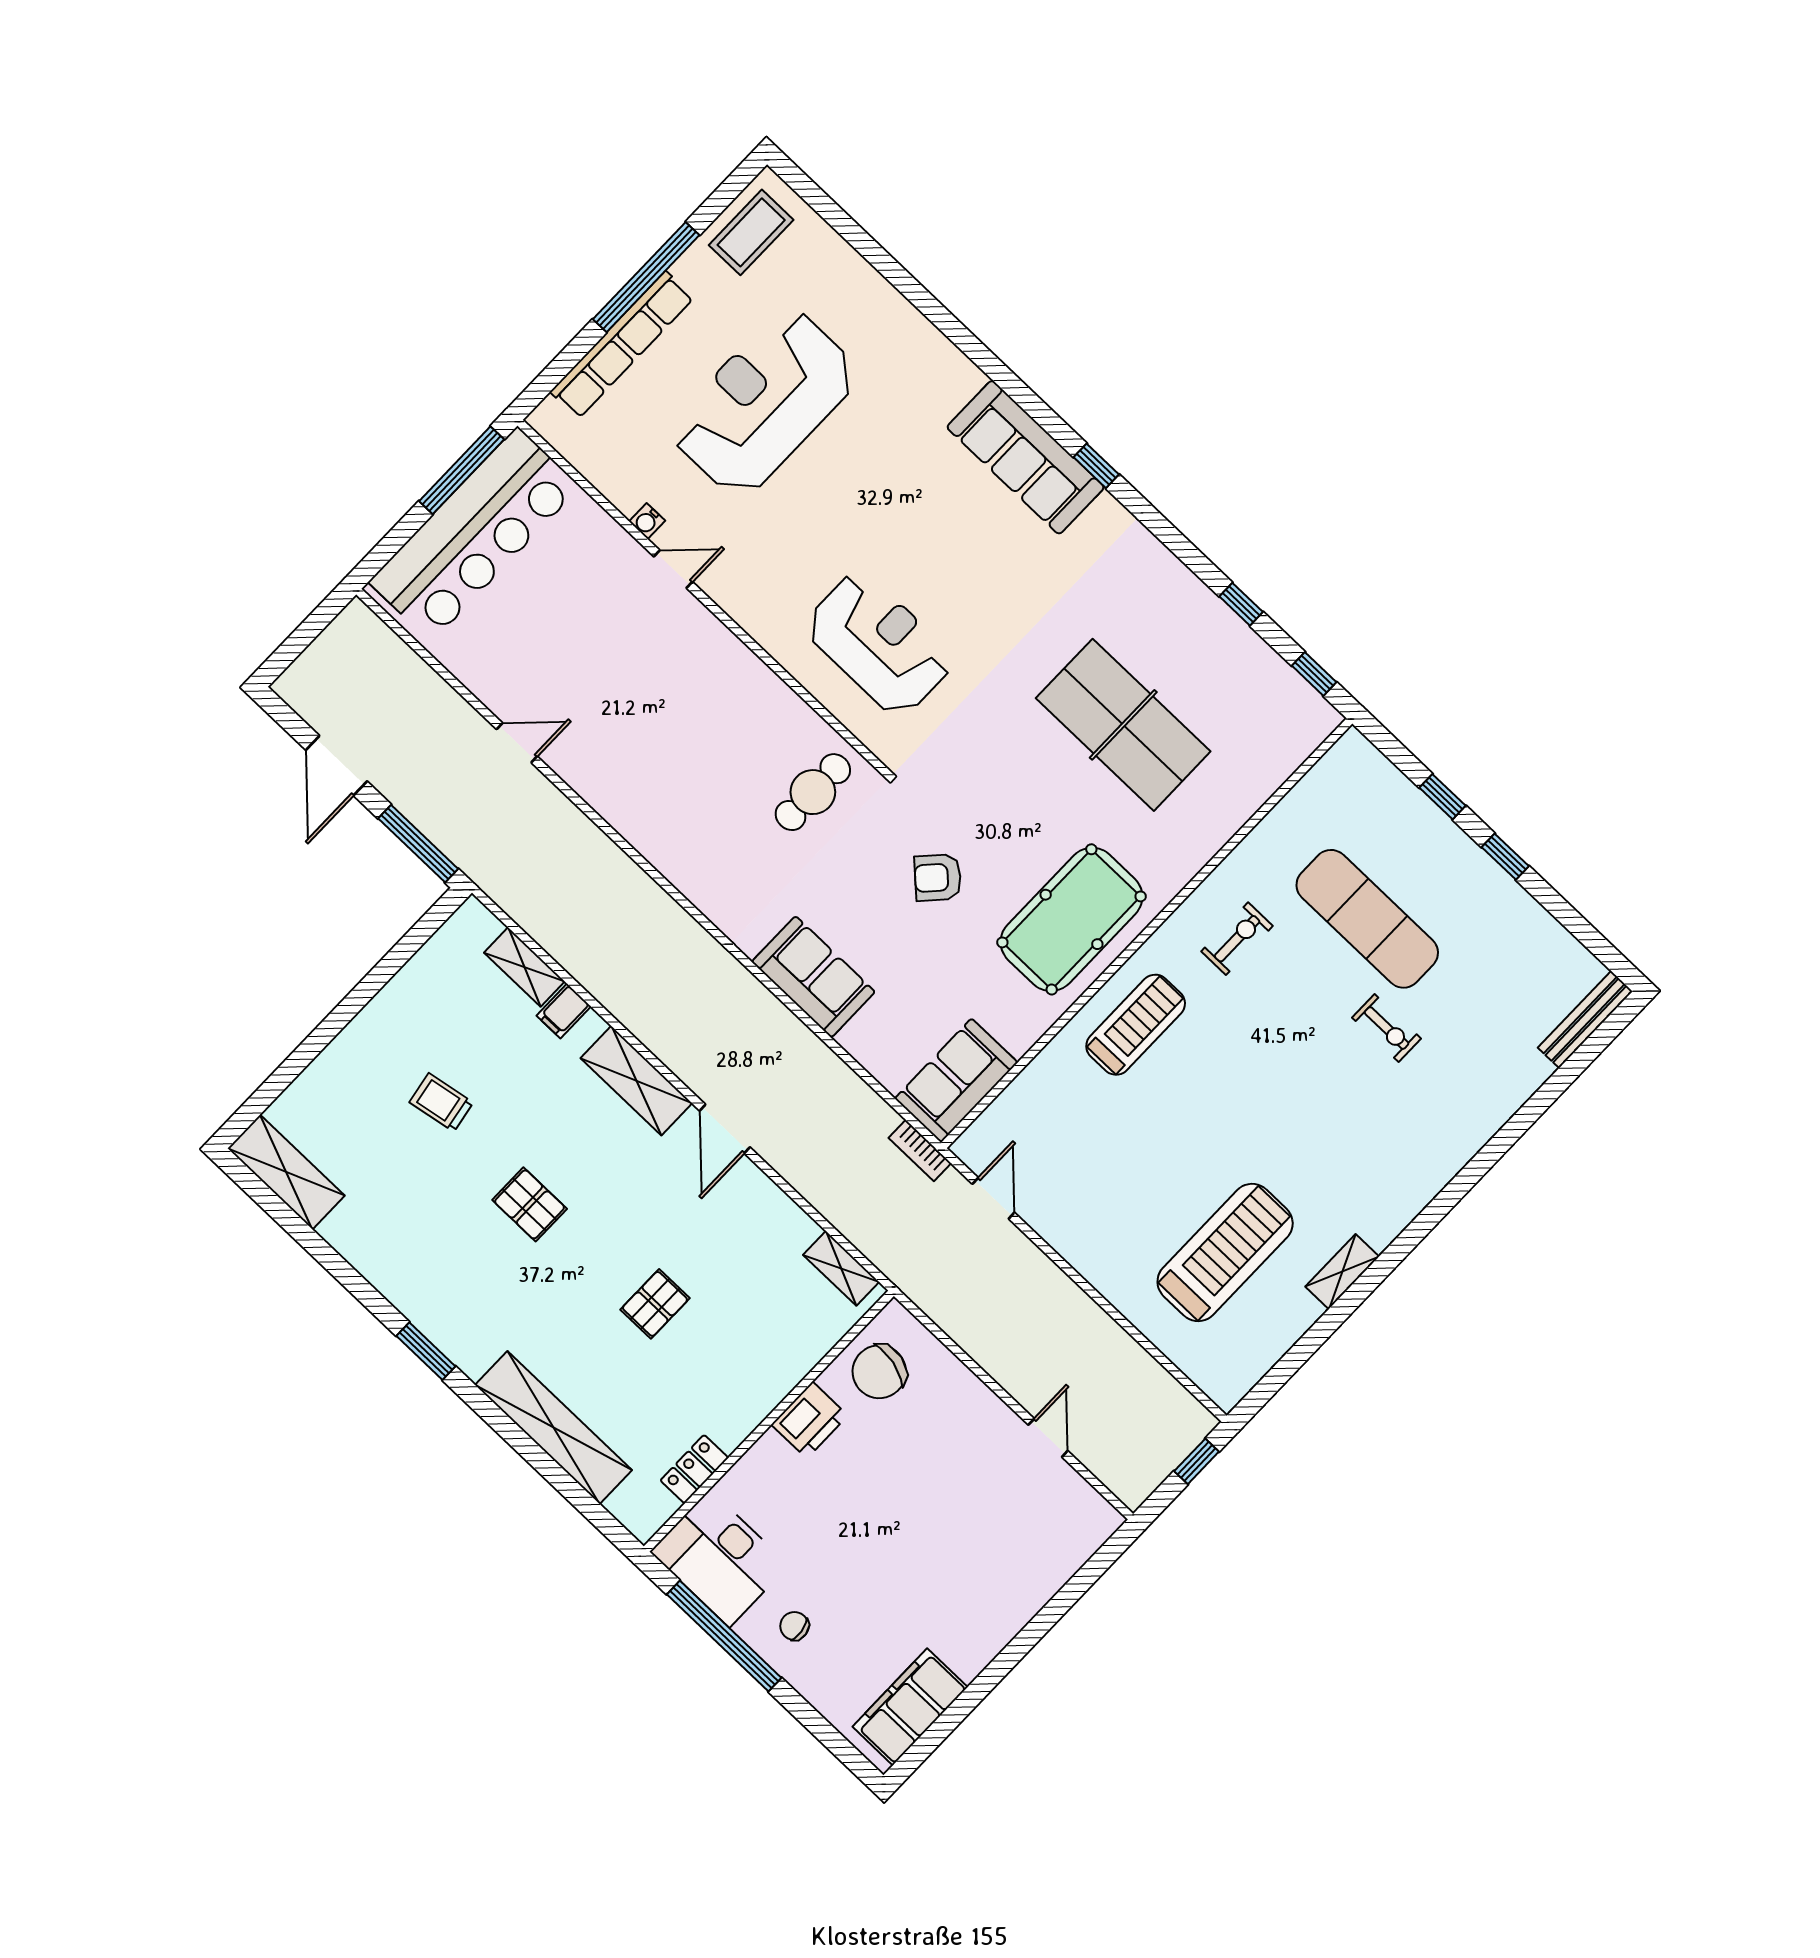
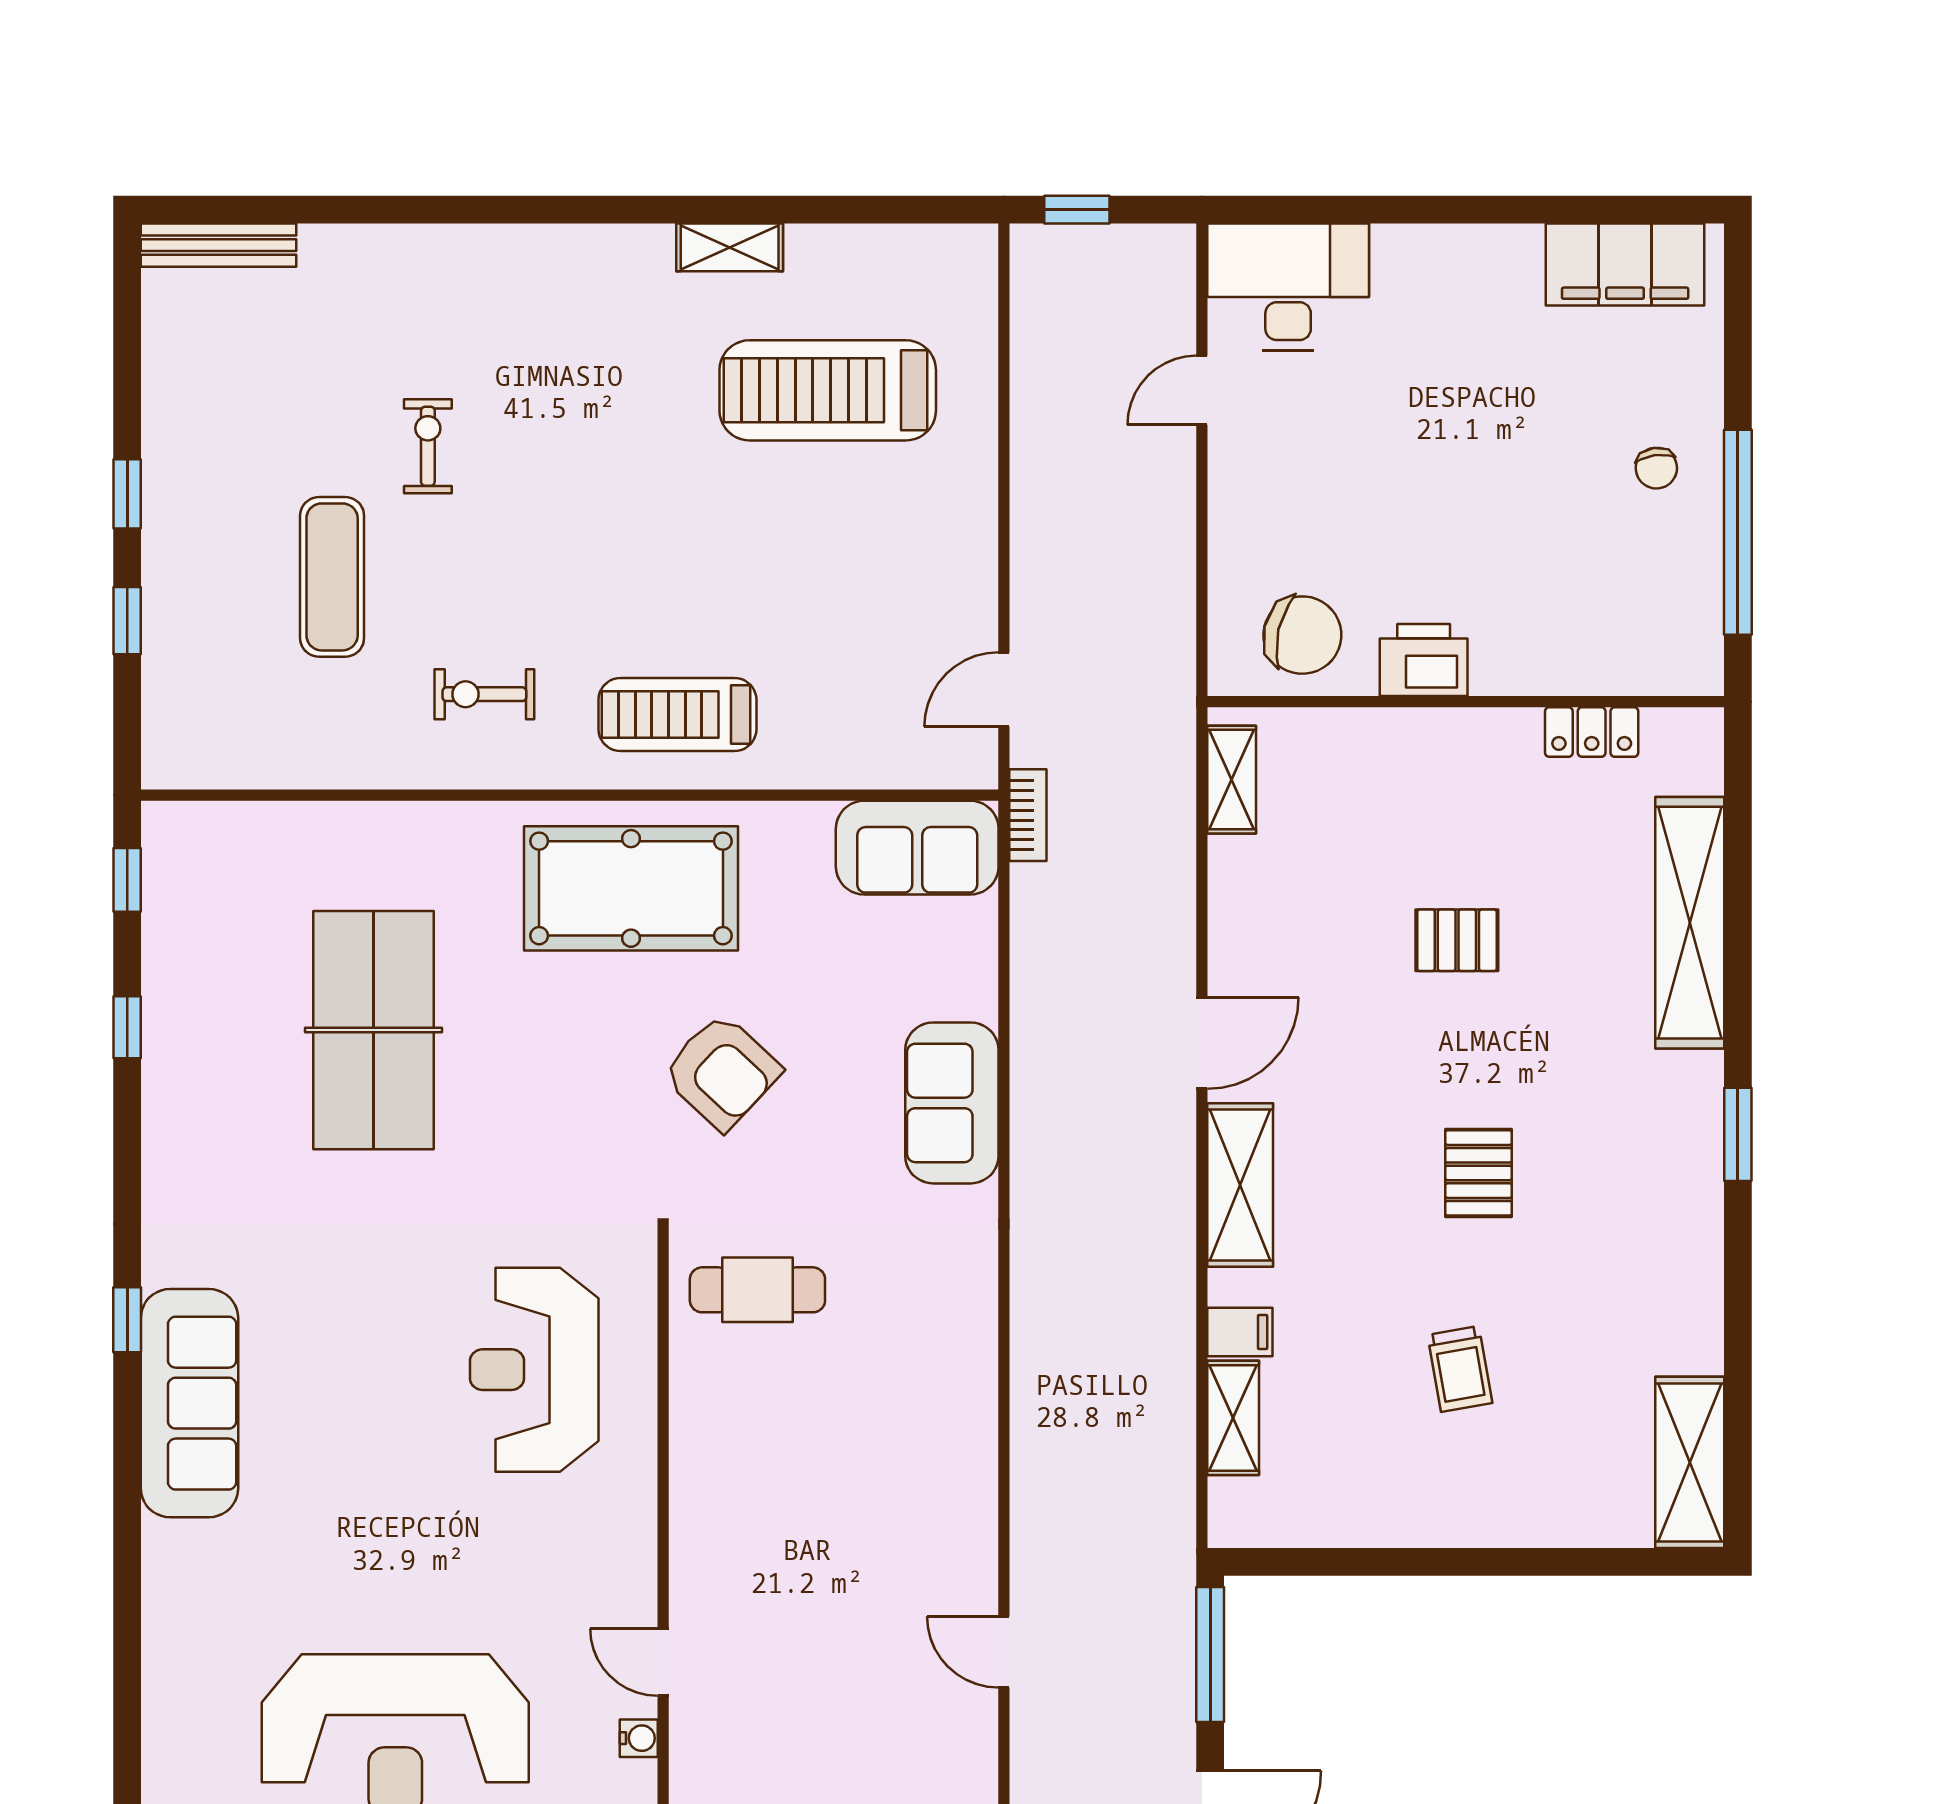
armchair: (938, 878) -> (722, 1072), width x1.38, depth x1.38
exercise mat: (1367, 919) -> (332, 577), width x0.73, depth x0.69
desk: (719, 1558) -> (1288, 287), moved, turned -90

